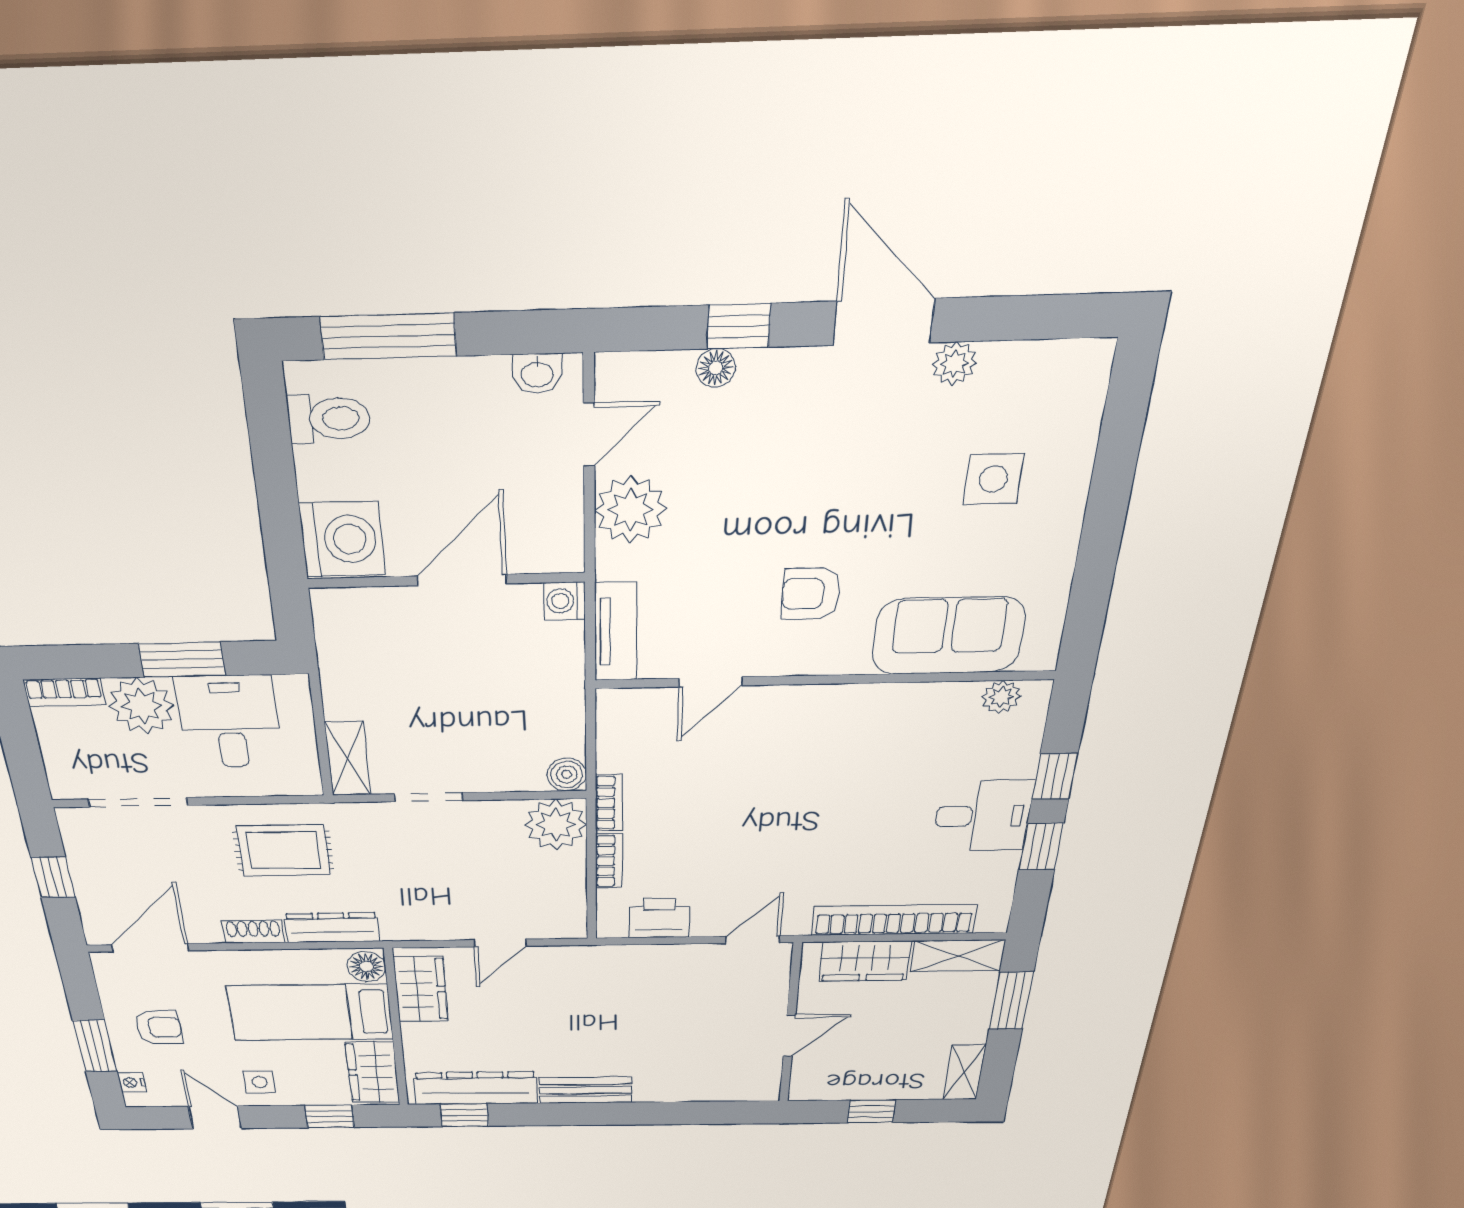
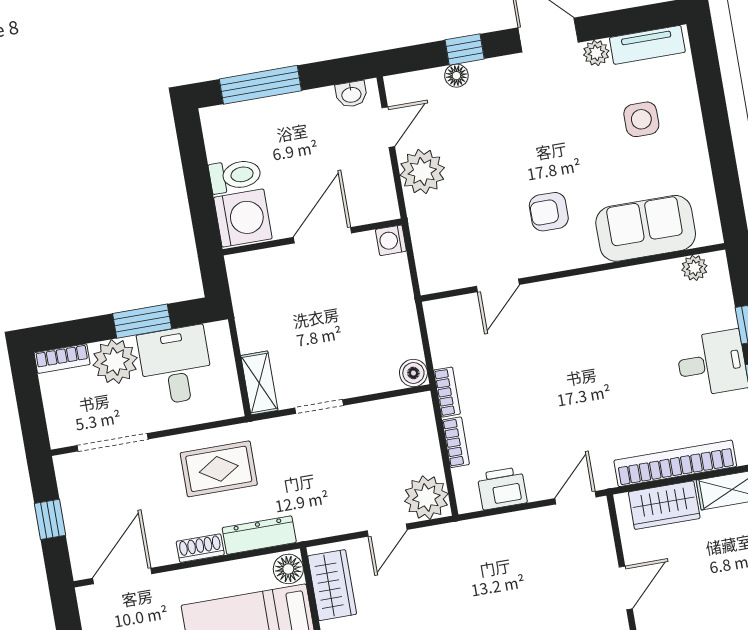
toilet: (329, 419) -> (235, 176), moved
tv unit: (616, 632) -> (647, 45), moved, turned 90
plant: (556, 825) -> (426, 498), moved

